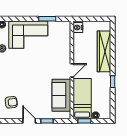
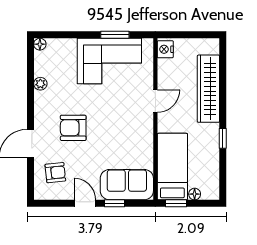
corner sofa: (28, 35) -> (109, 61), moved
door: (72, 70) -> (155, 101), moved
armchair: (22, 75) -> (73, 128), added
sofa: (61, 95) -> (127, 185), moved, turned 90

